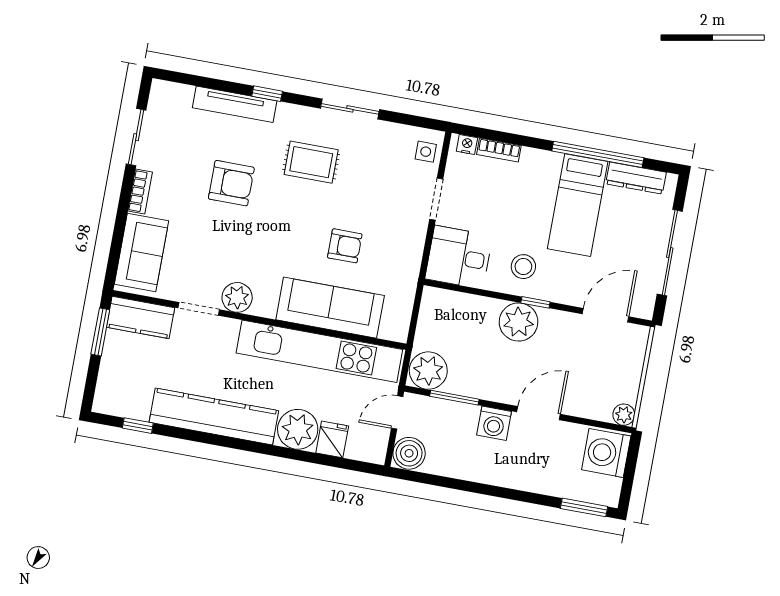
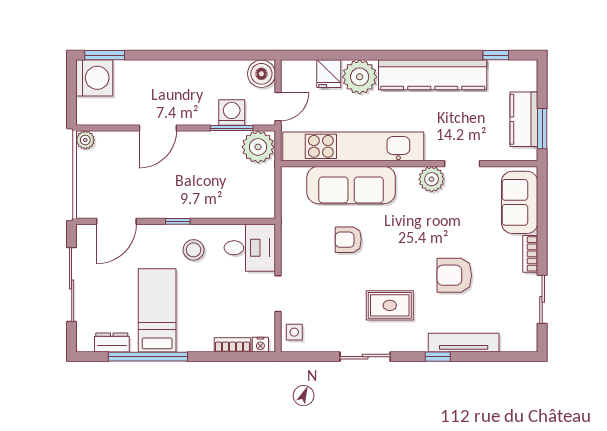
dresser: (636, 178) -> (112, 342), width x0.70
kitchen counter: (141, 317) -> (524, 119), moved, turned -90
plant: (519, 322) -> (189, 202), removed
washing machine: (494, 423) -> (232, 112), moved
washing machine: (606, 453) -> (94, 78), moved

